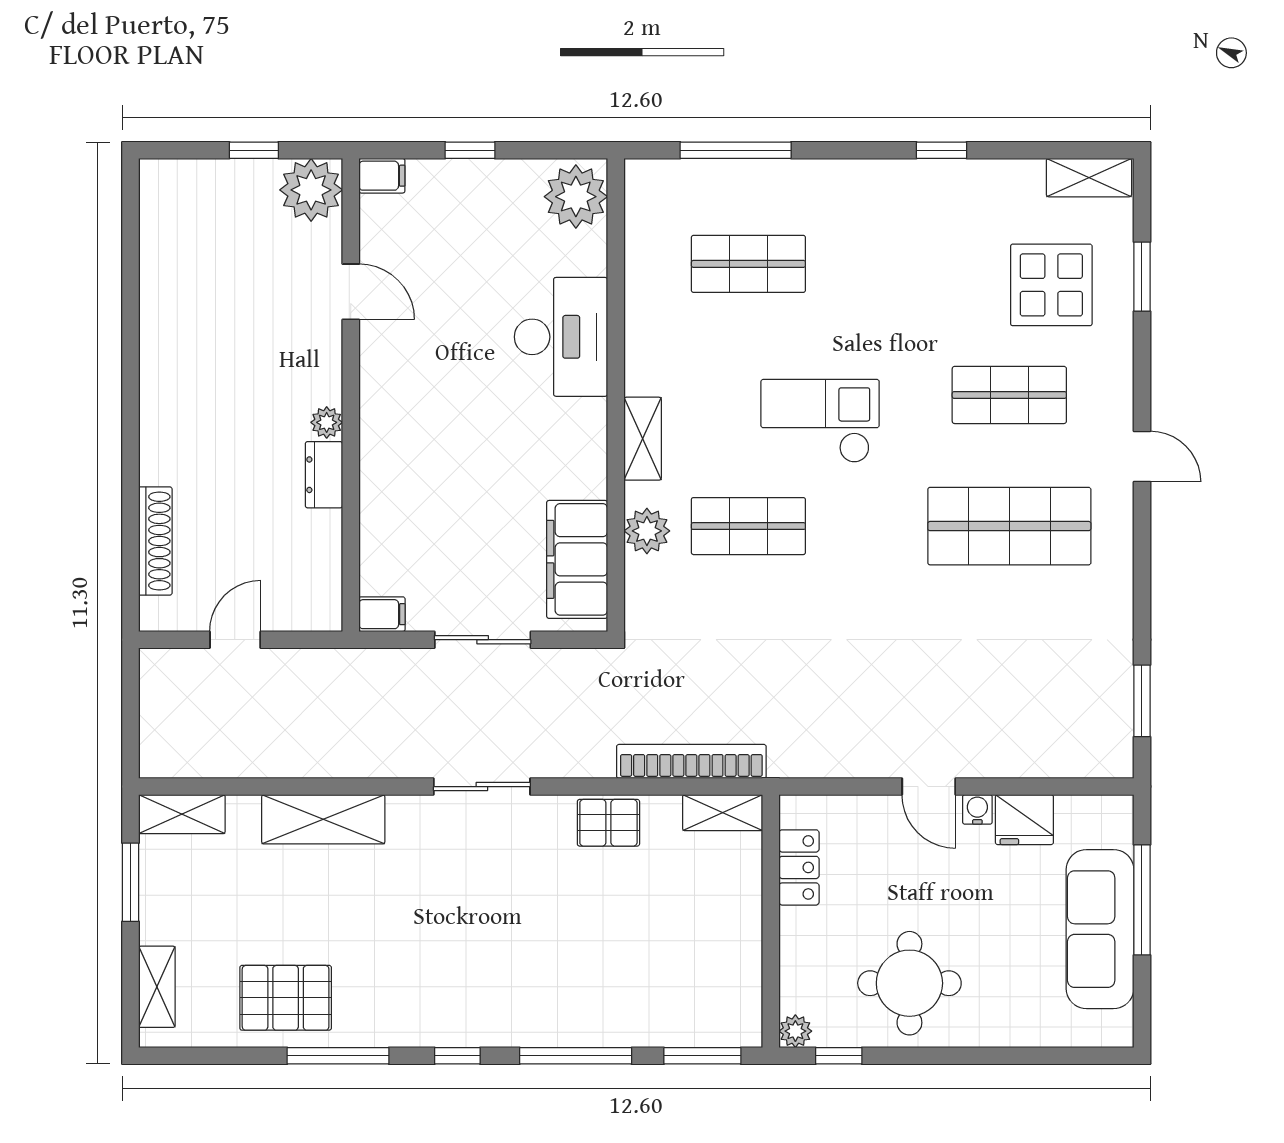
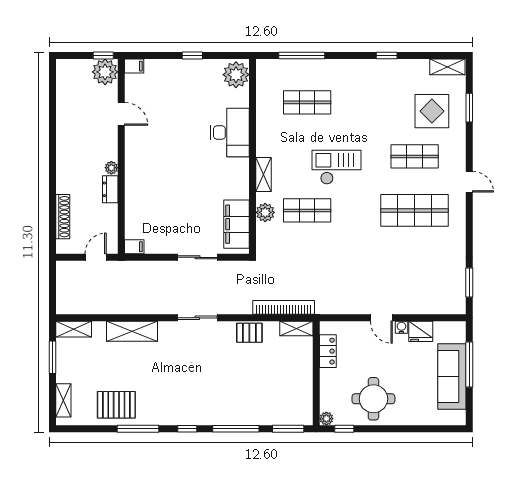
filing cabinet: (382, 176) -> (134, 66), moved
plant: (311, 190) -> (105, 72), moved
door: (351, 292) -> (121, 114), moved
wall: (351, 395) -> (121, 156), moved
plant: (327, 422) -> (111, 168), moved
dresser: (324, 475) -> (110, 189), moved
filing cabinet: (382, 614) -> (134, 247), moved

